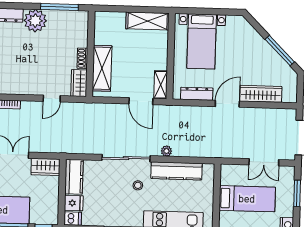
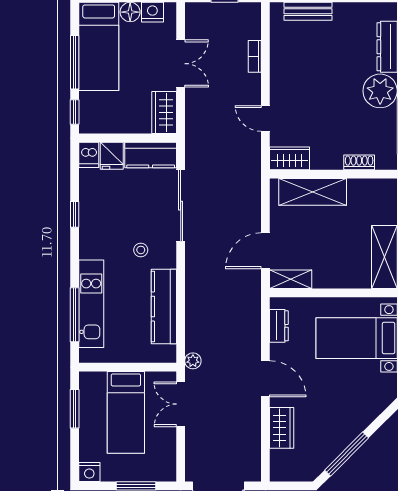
shoe rack: (82, 58) -> (359, 162), moved
dresser: (197, 94) -> (279, 326), width x0.70
wardrobe: (261, 94) -> (282, 428), width x0.67
plant: (166, 151) -> (193, 361), moved
sliding door: (126, 158) -> (181, 206), moved
double door: (264, 162) -> (181, 404), moved

